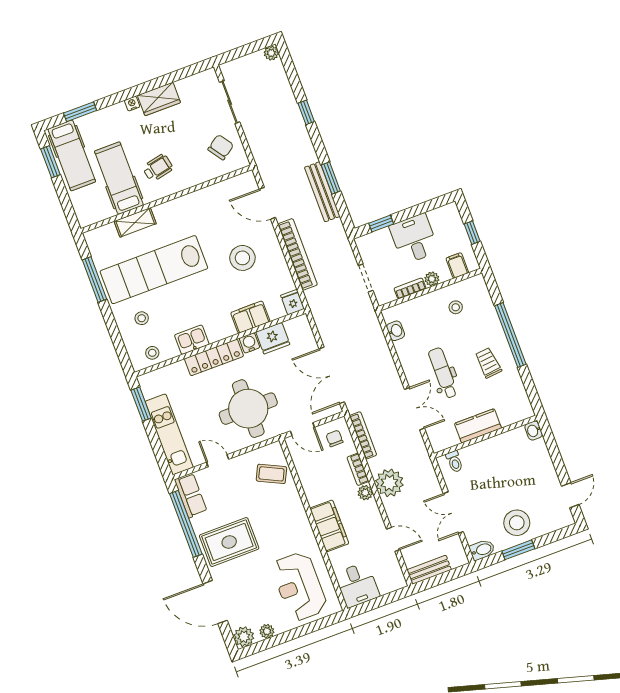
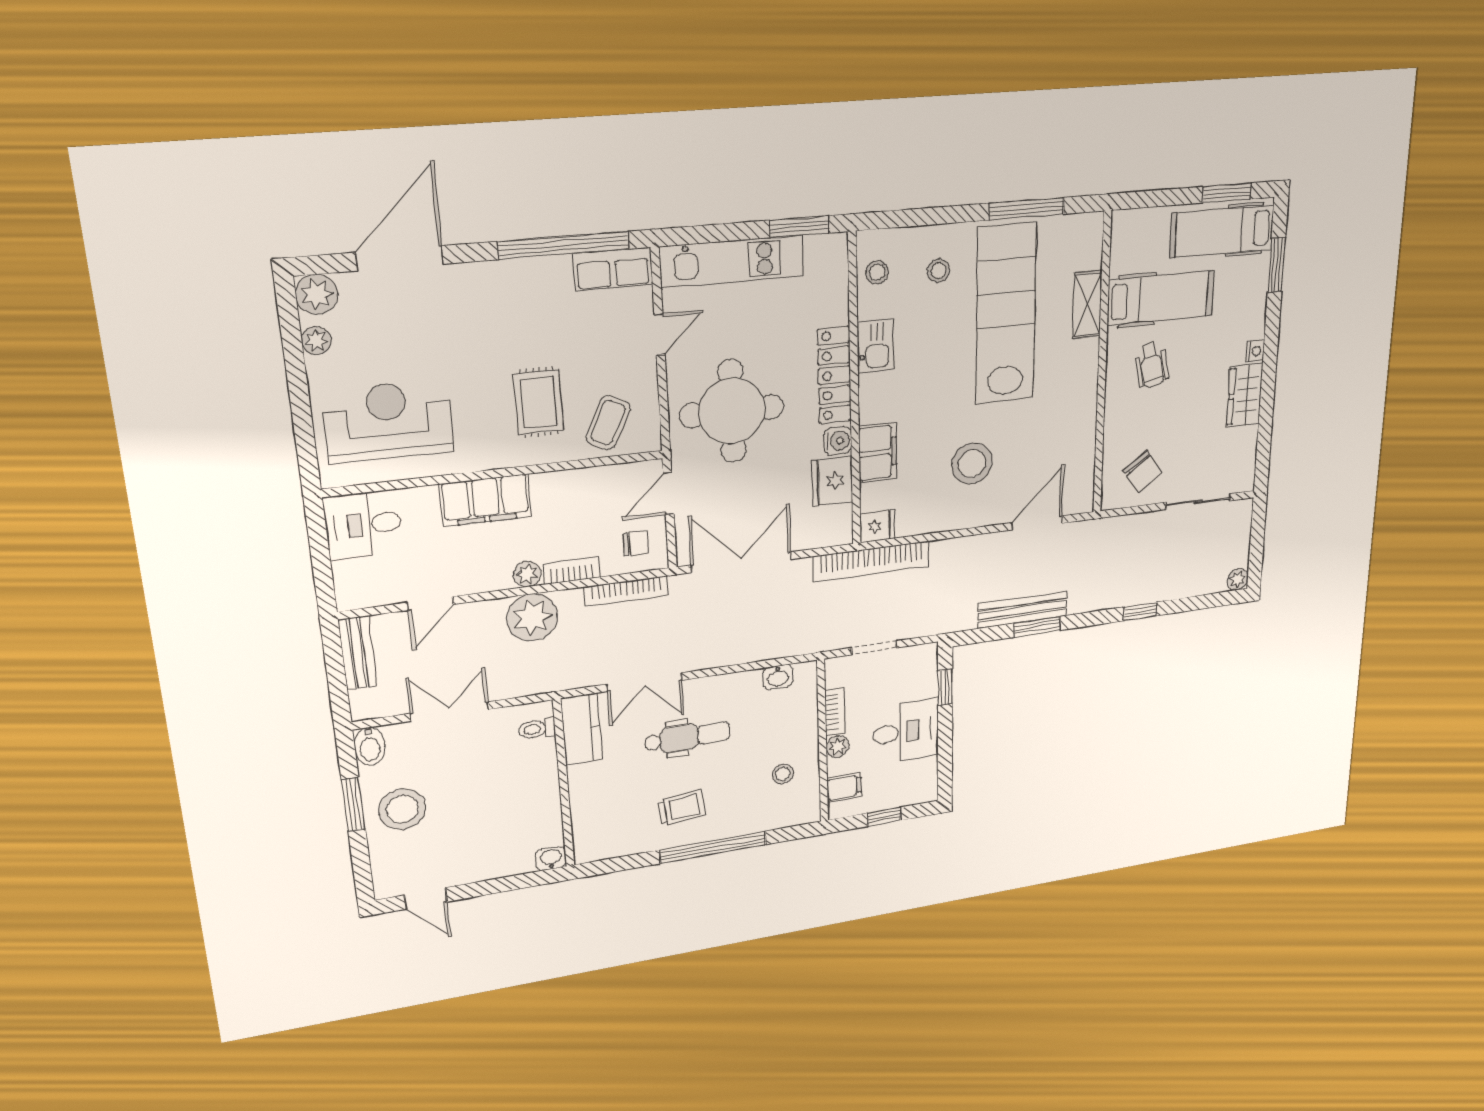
bookcase: (298, 254) -> (871, 561), moved
kitchen counter: (478, 426) -> (582, 729), moved
rug: (229, 542) -> (539, 402), moved, width x0.73, depth x0.70

